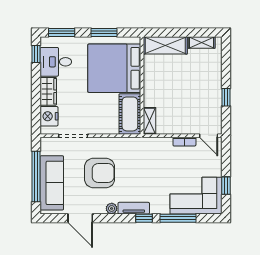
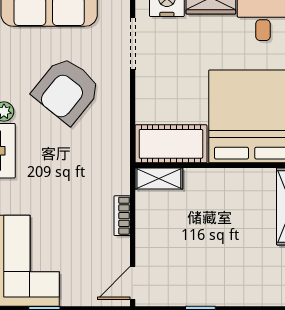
bookcase: (184, 142) -> (122, 216), moved
armchair: (100, 173) -> (67, 90), turned 39

